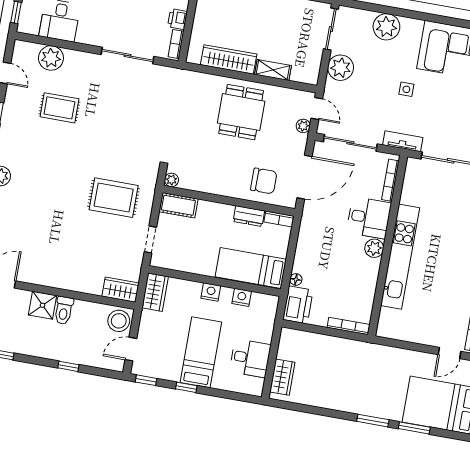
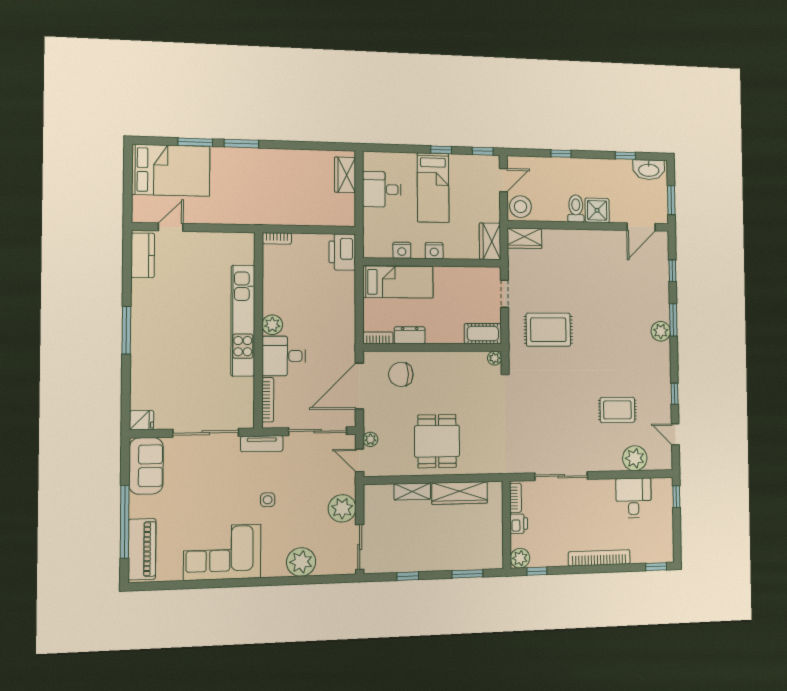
floor lamp: (296, 279) -> (349, 278), removed
bookcase: (349, 326) -> (277, 238), width x0.64

